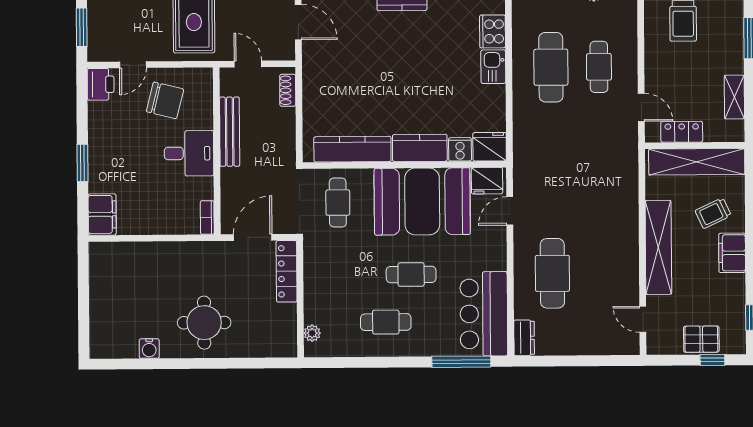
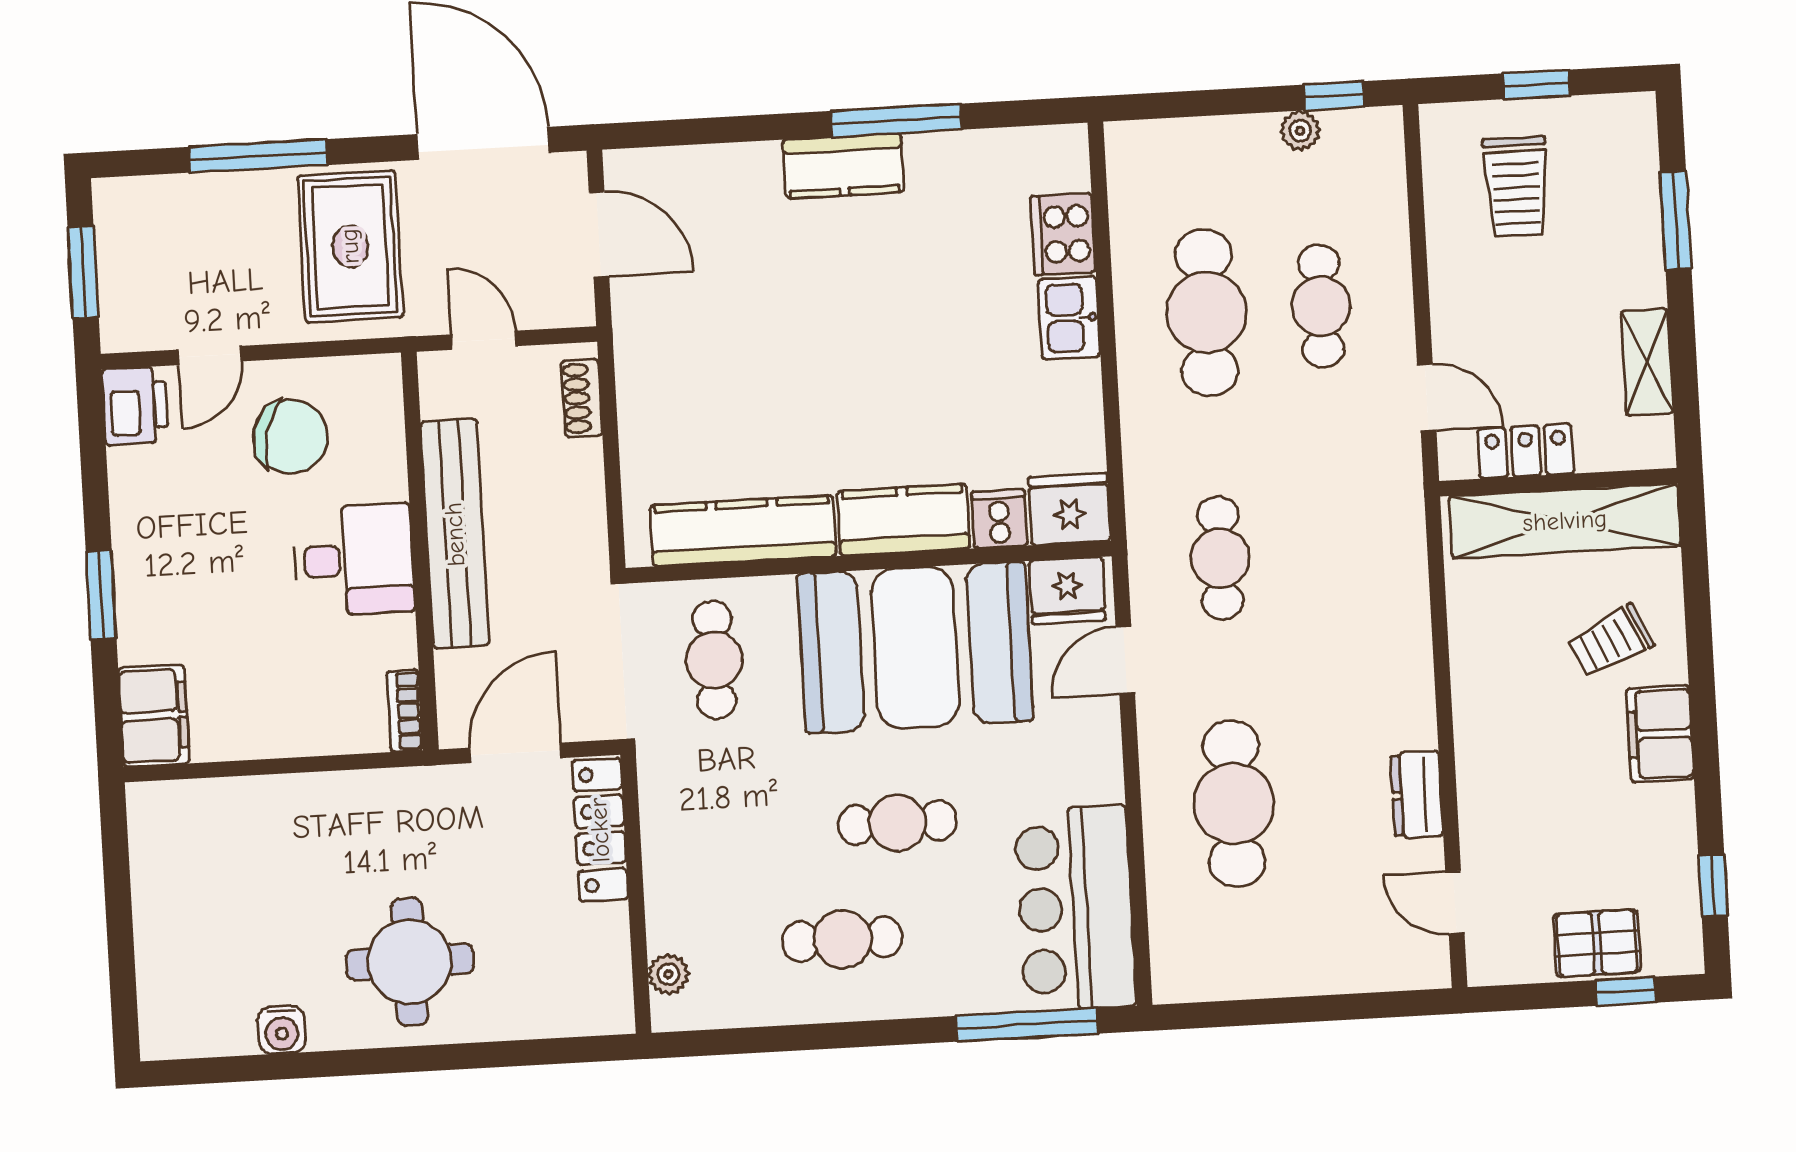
bench: (230, 132) -> (455, 534), width x1.37, depth x1.21
cafe table: (552, 170) -> (1220, 558), added
shelving: (658, 247) -> (1484, 729), removed
dresser: (524, 338) -> (1417, 795), moved, turned 180

